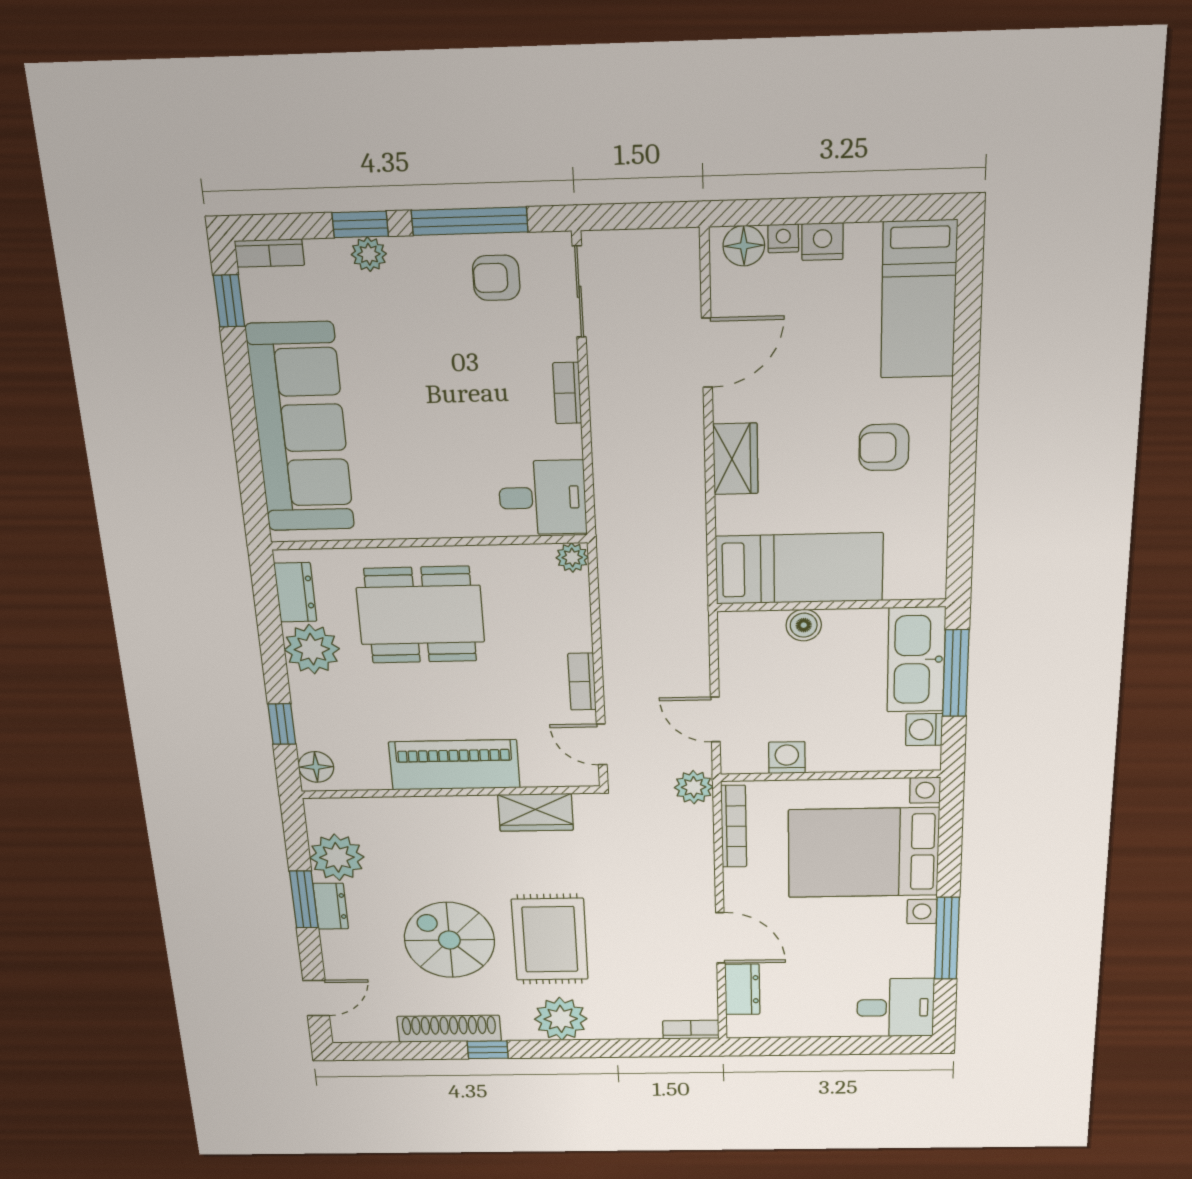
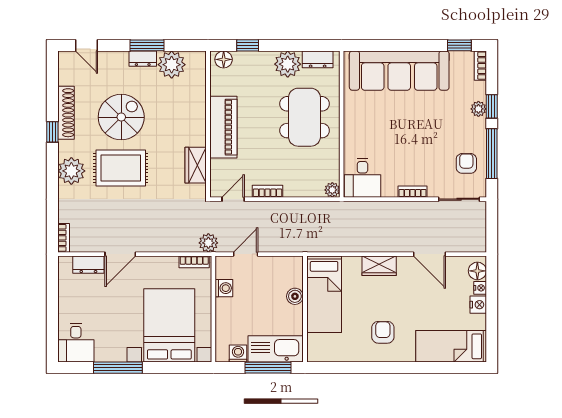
bookcase: (734, 826) -> (194, 262), width x0.64

